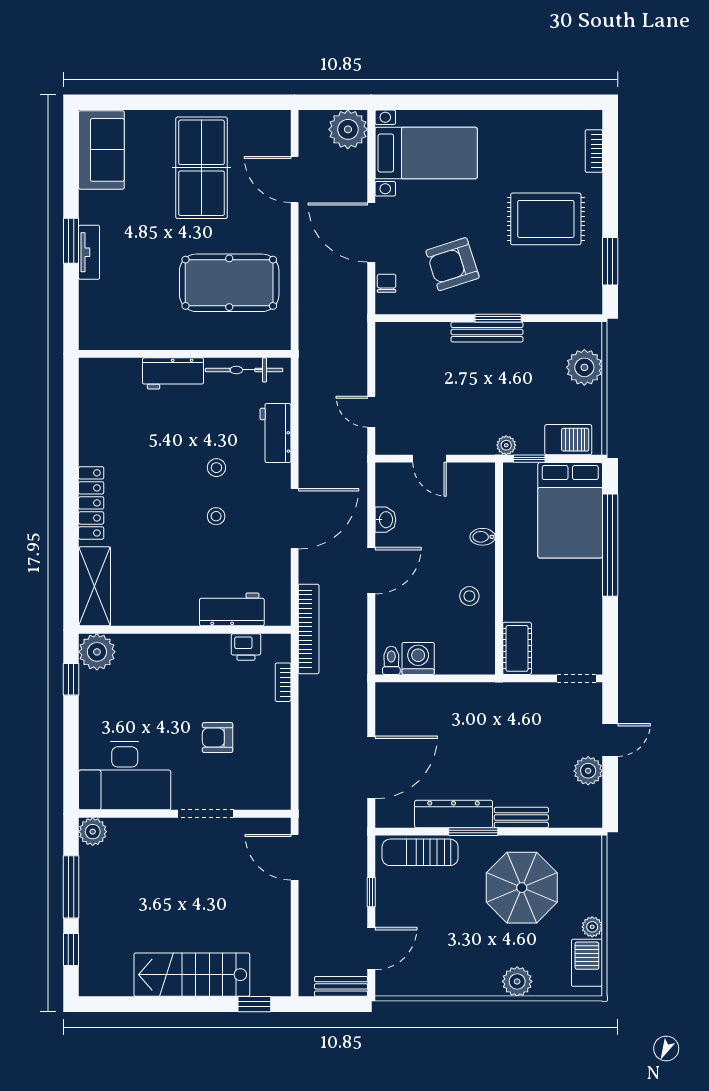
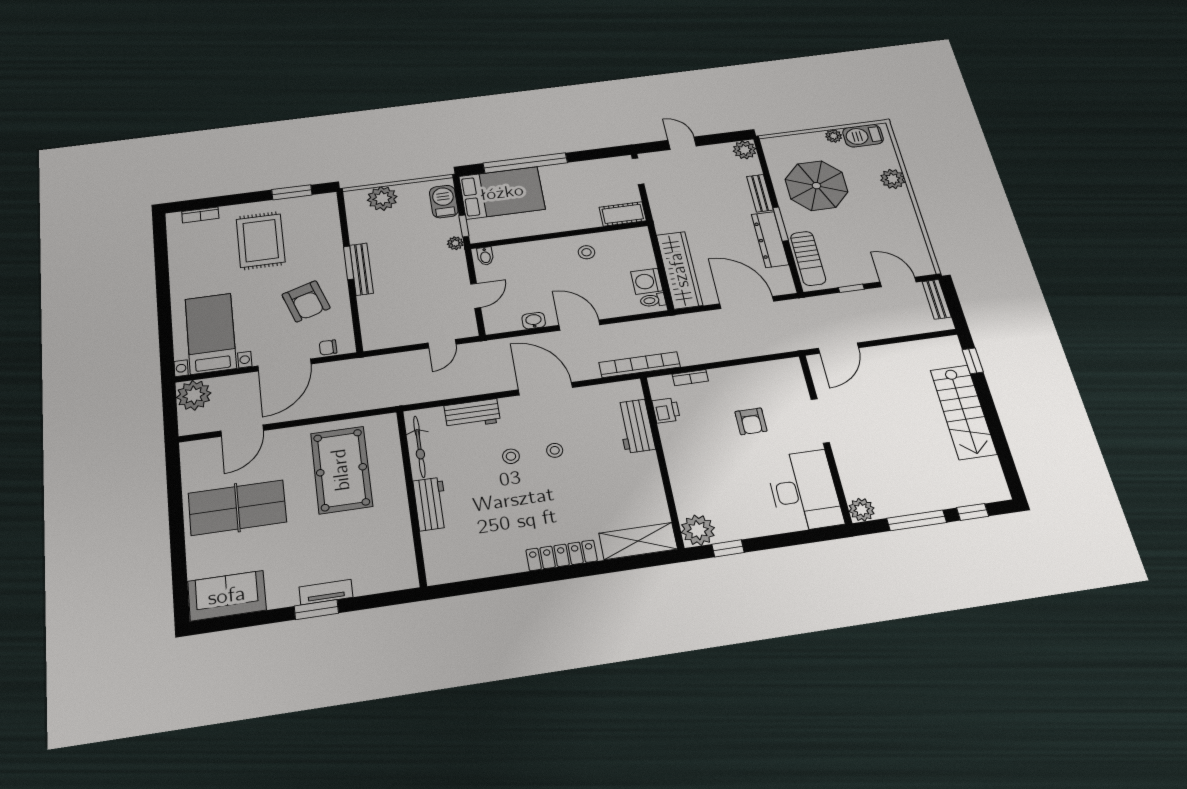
bidet: (483, 537) -> (485, 256), moved
wardrobe: (428, 699) -> (679, 270), added
plant: (588, 771) -> (745, 150), moved

